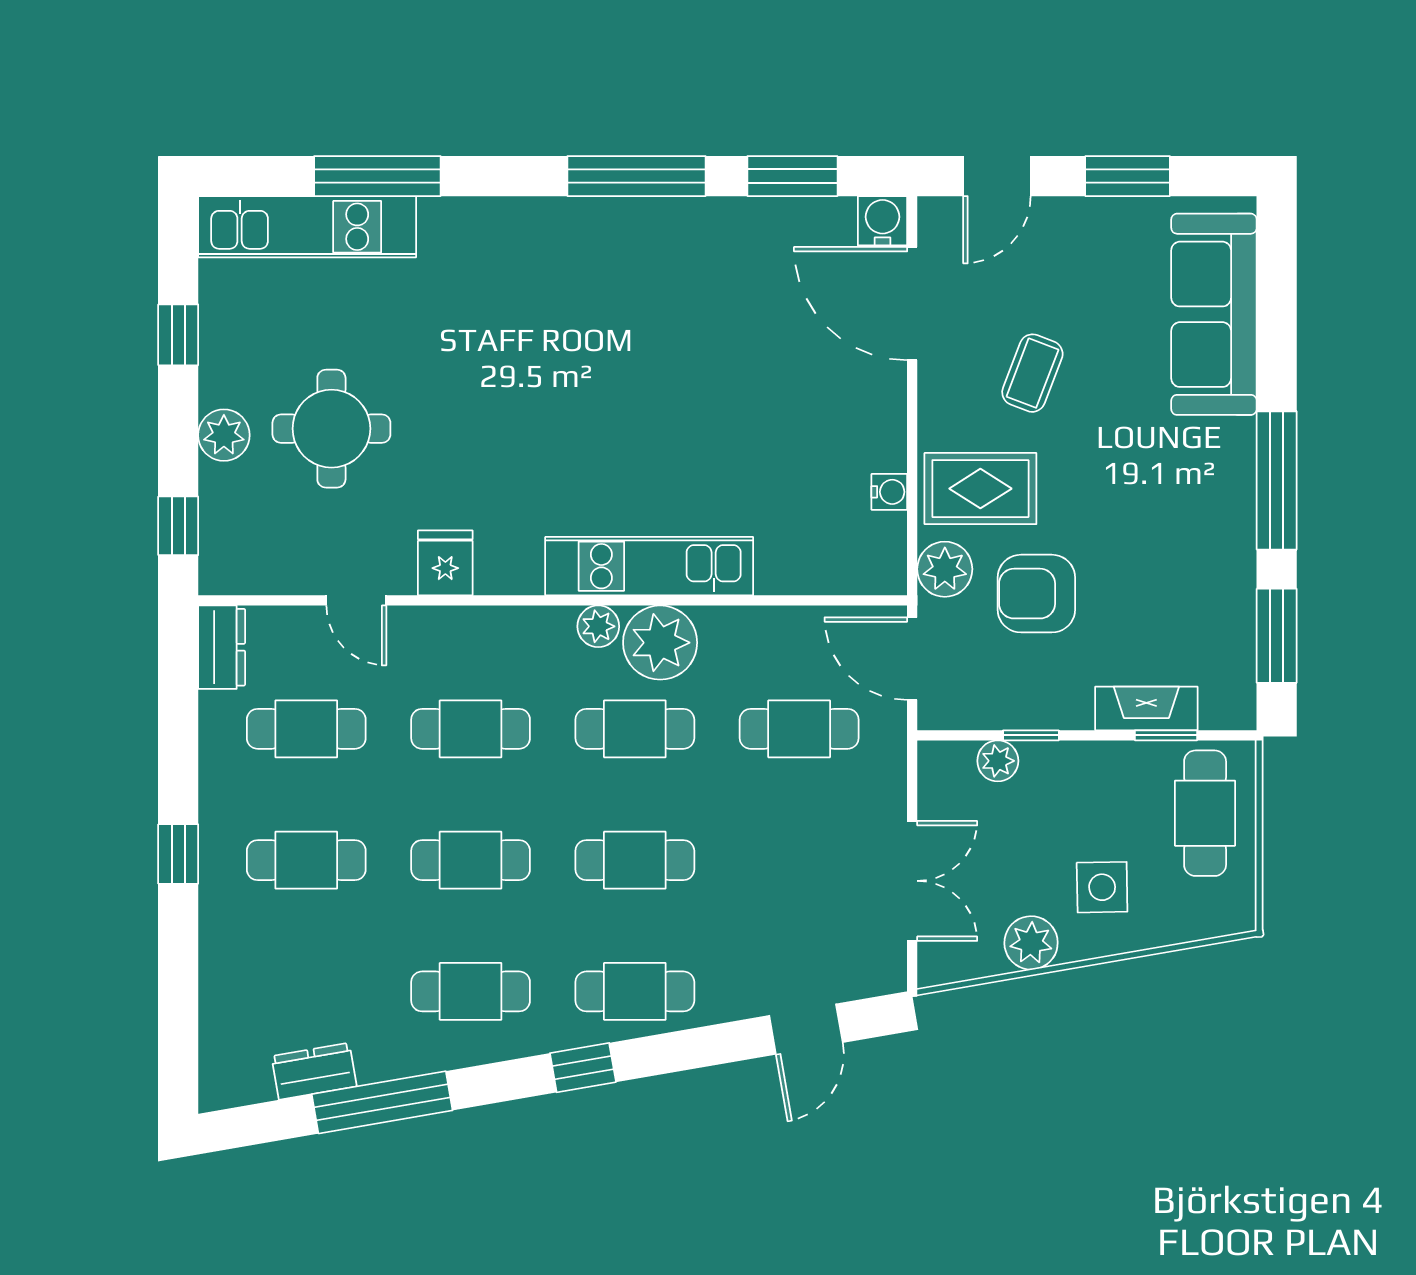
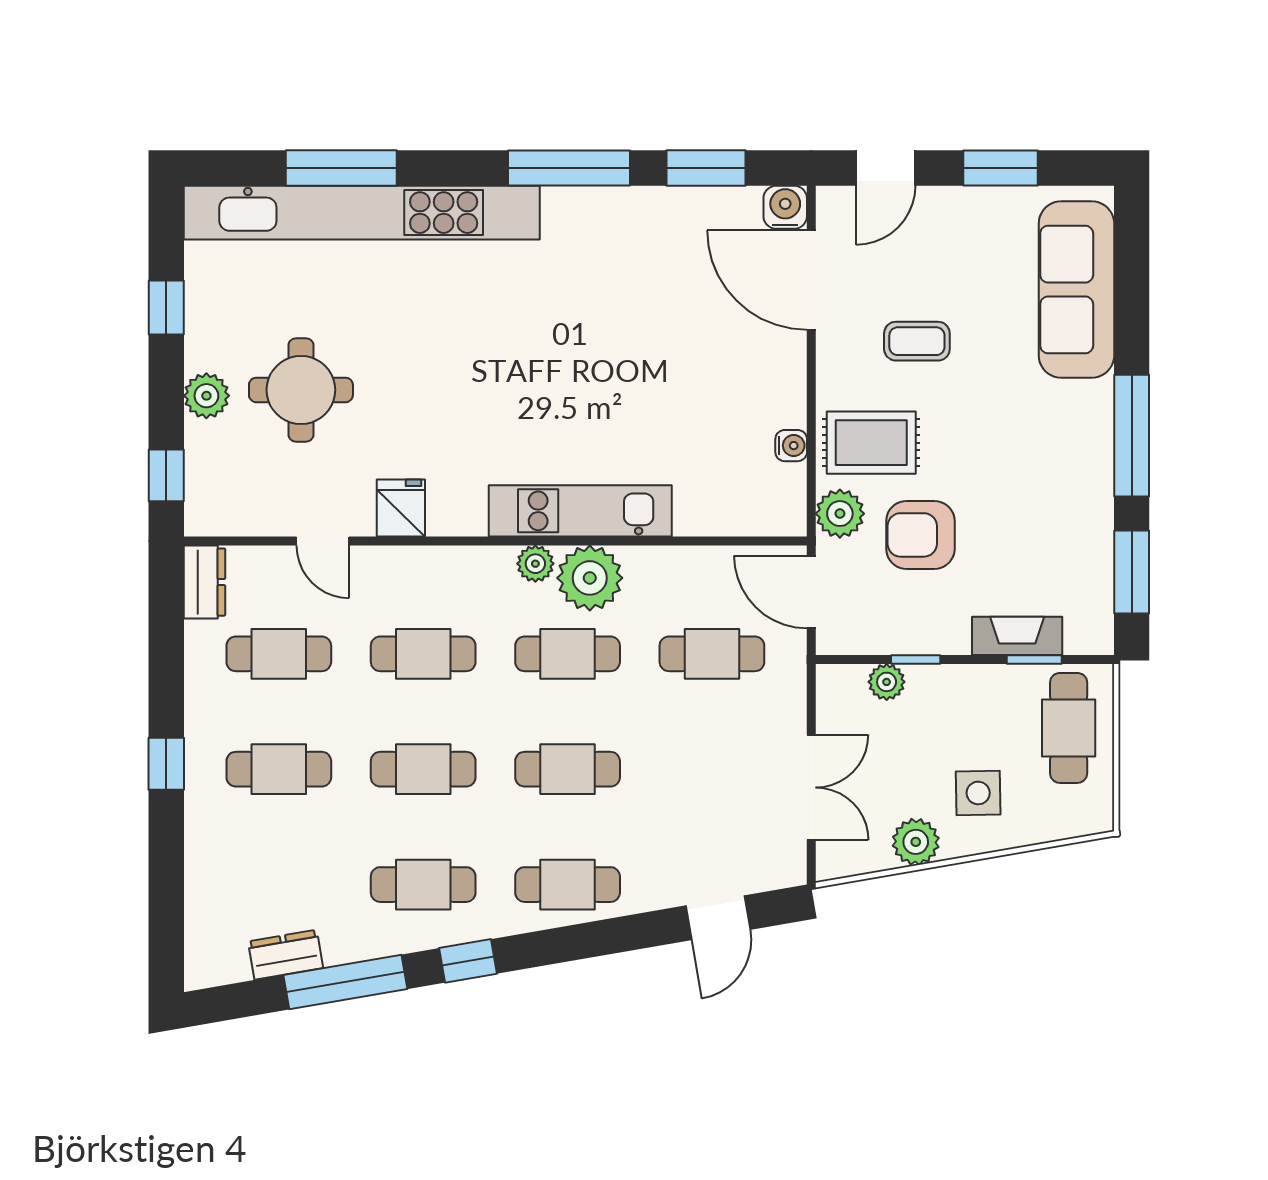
kitchen unit: (307, 227) -> (362, 213), width x1.86
coffee table: (1032, 373) -> (917, 341), turned 69
window: (583, 1068) -> (468, 961), moved

